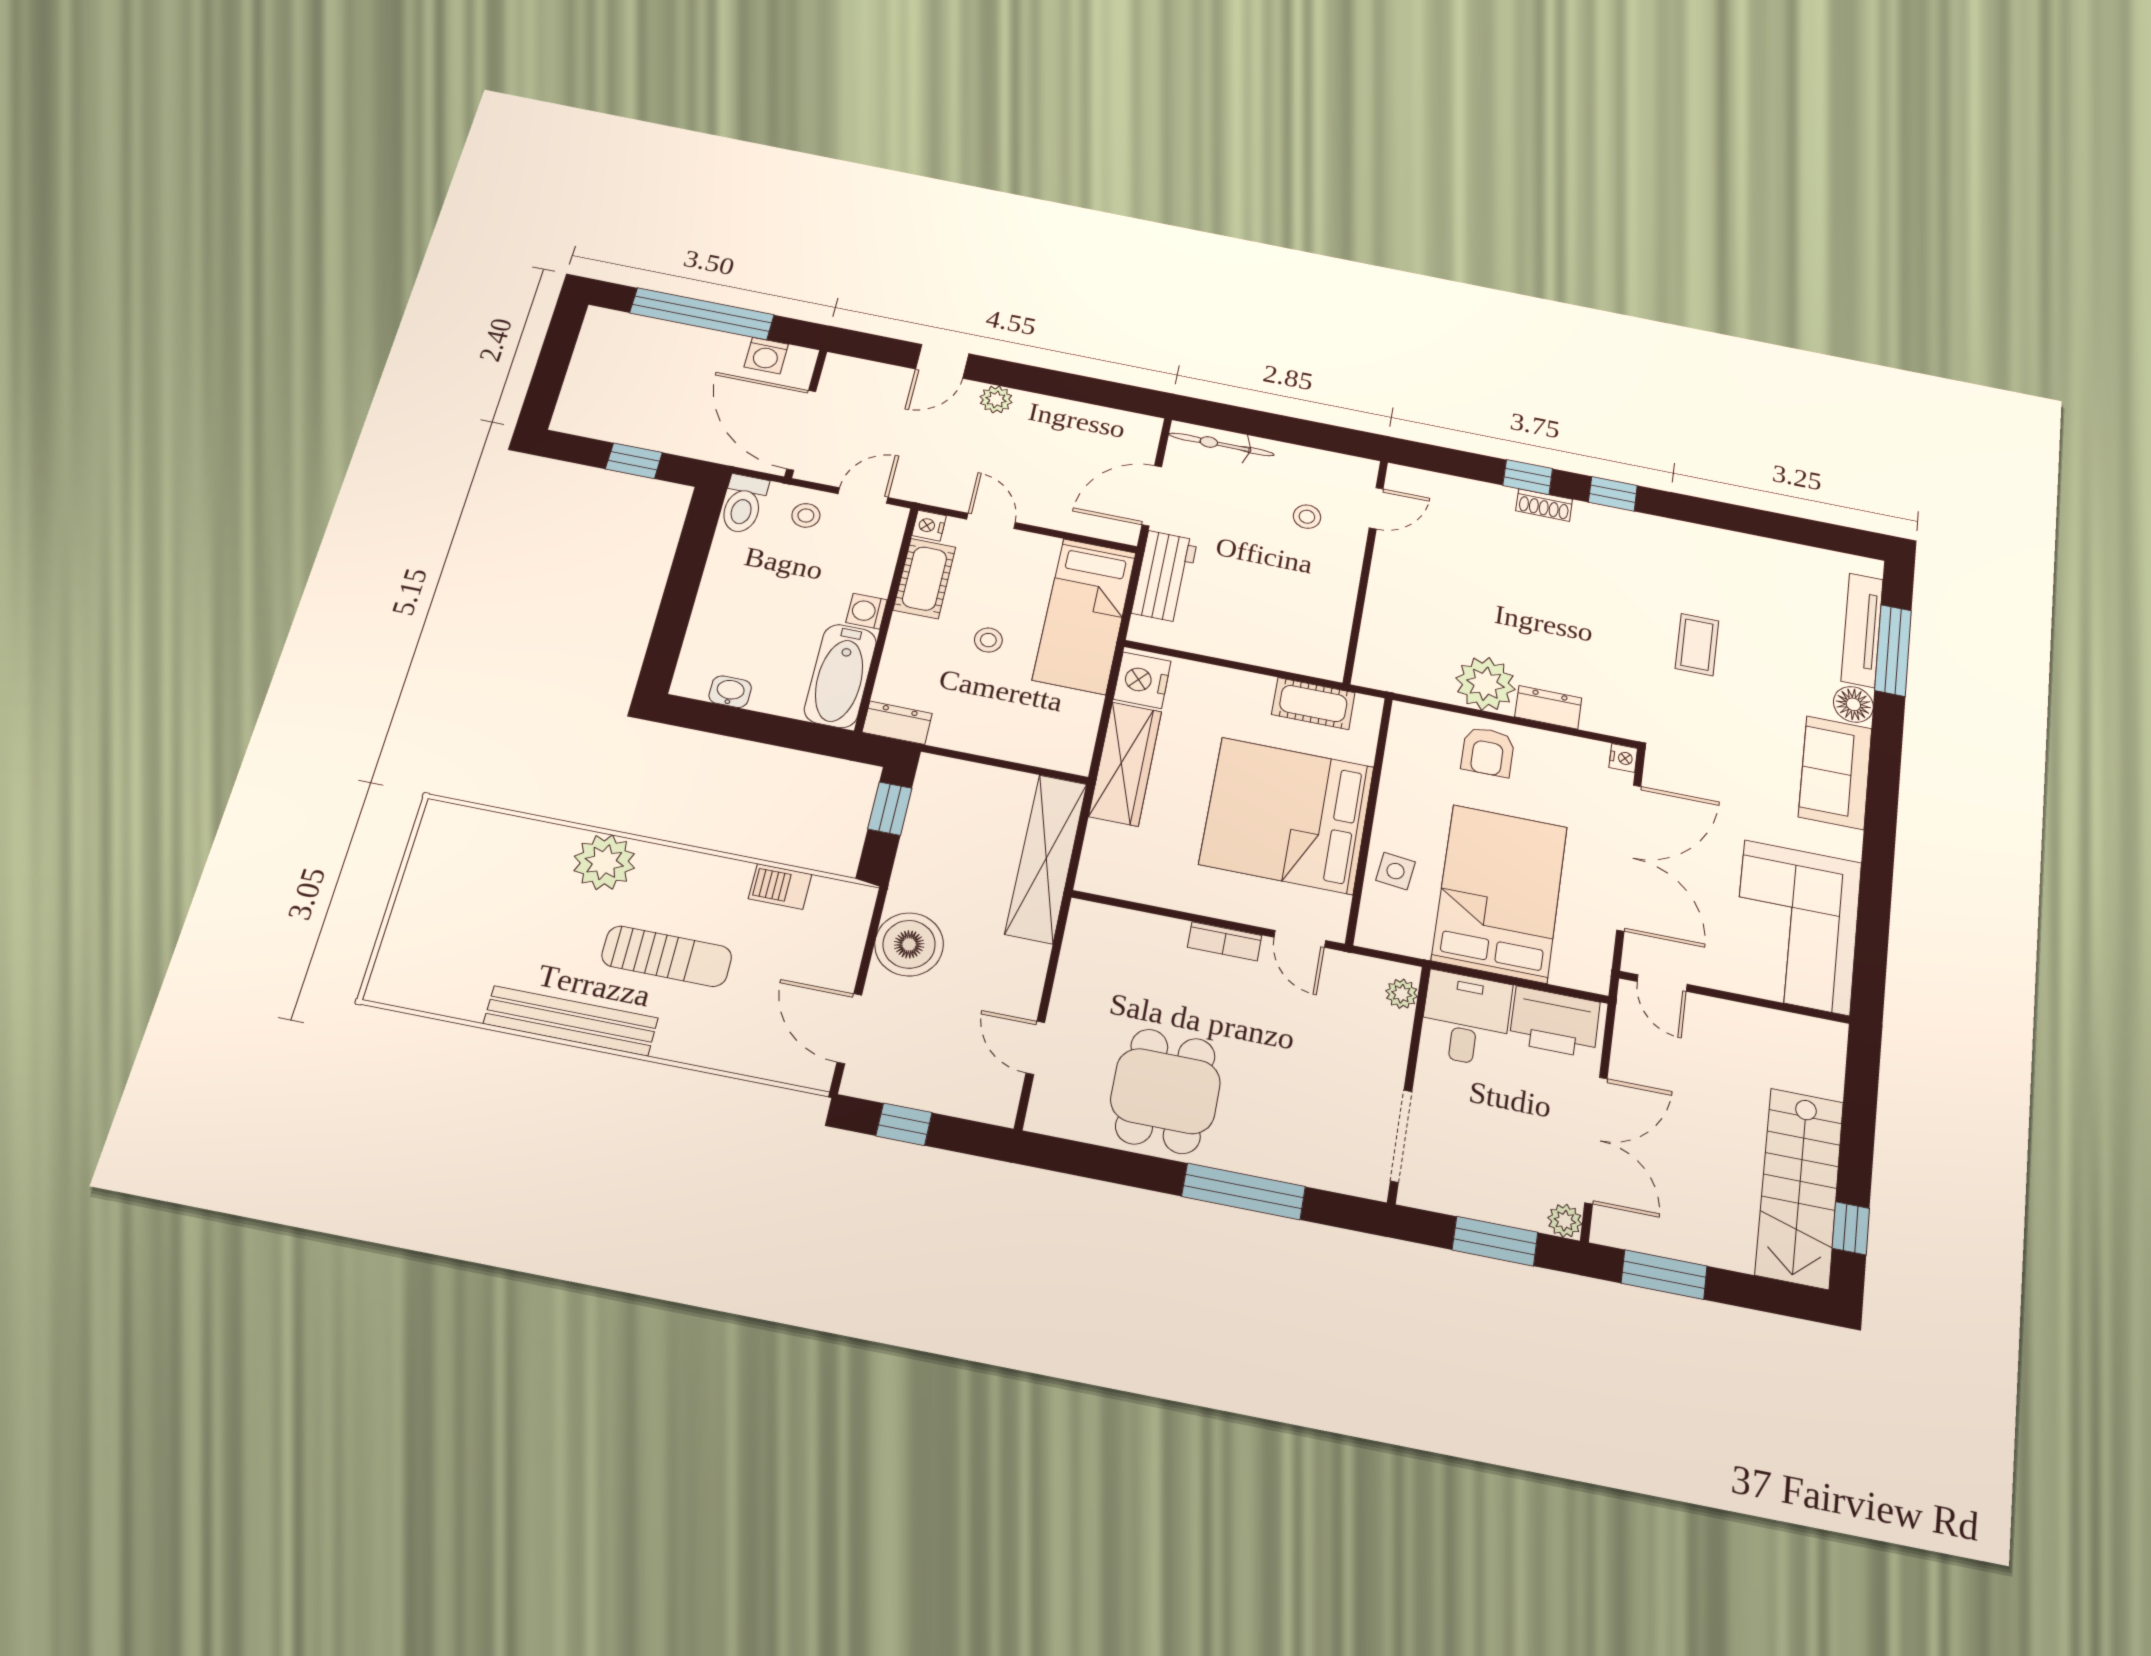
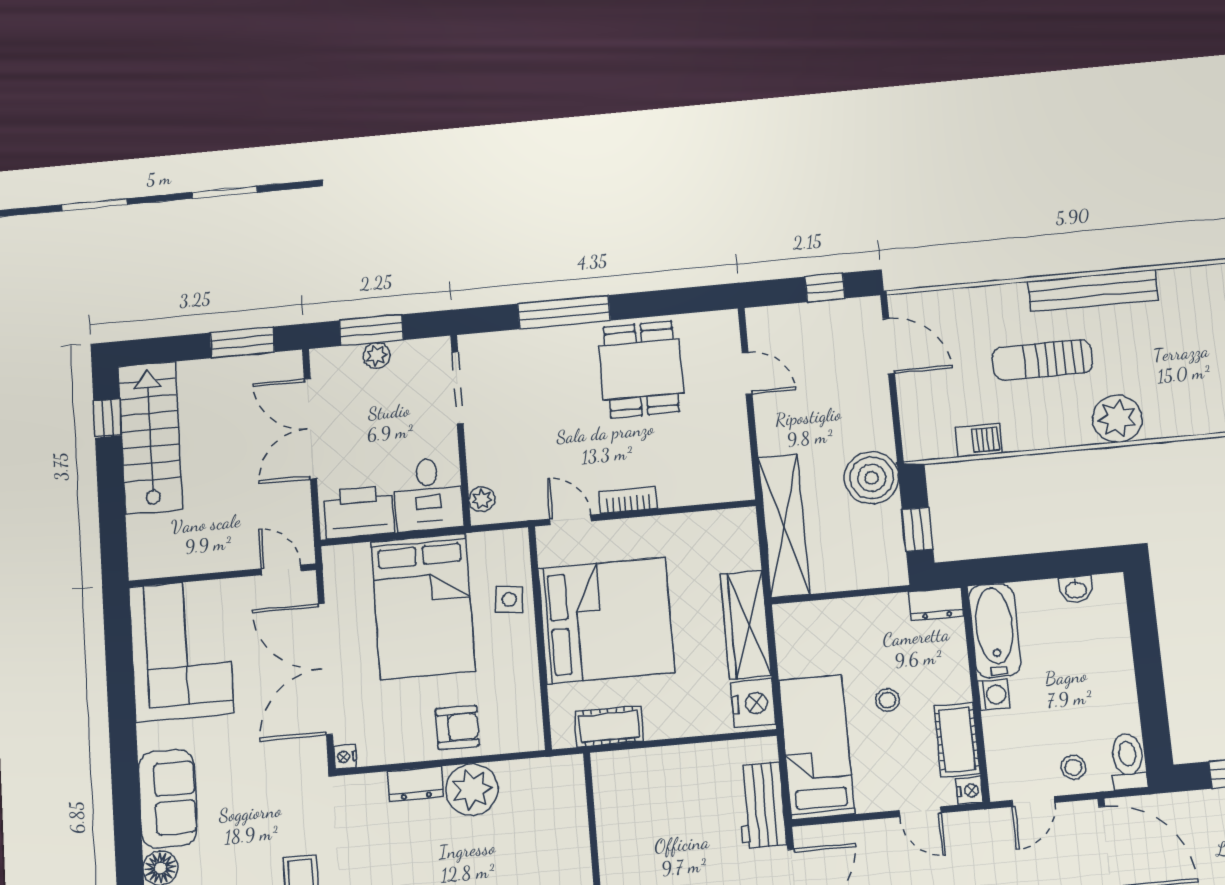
armchair: (1488, 752) -> (457, 727), turned 90
boiler: (909, 944) -> (872, 478), moved
plant: (1565, 1221) -> (376, 355), moved

